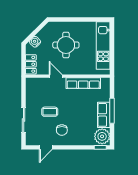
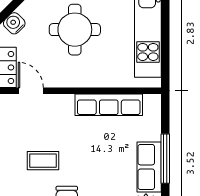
door: (56, 76) -> (31, 91), moved

